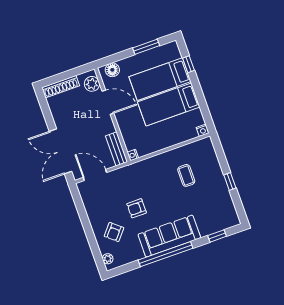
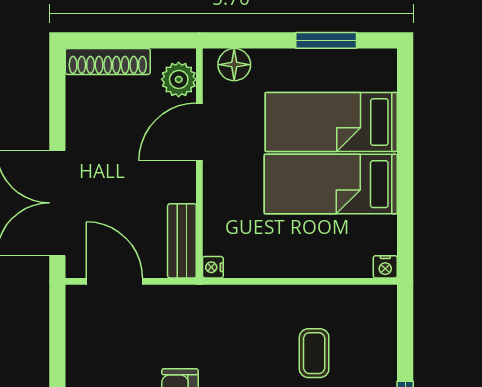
window: (188, 64) -> (405, 112), removed
door: (108, 102) -> (199, 132), swing flipped

